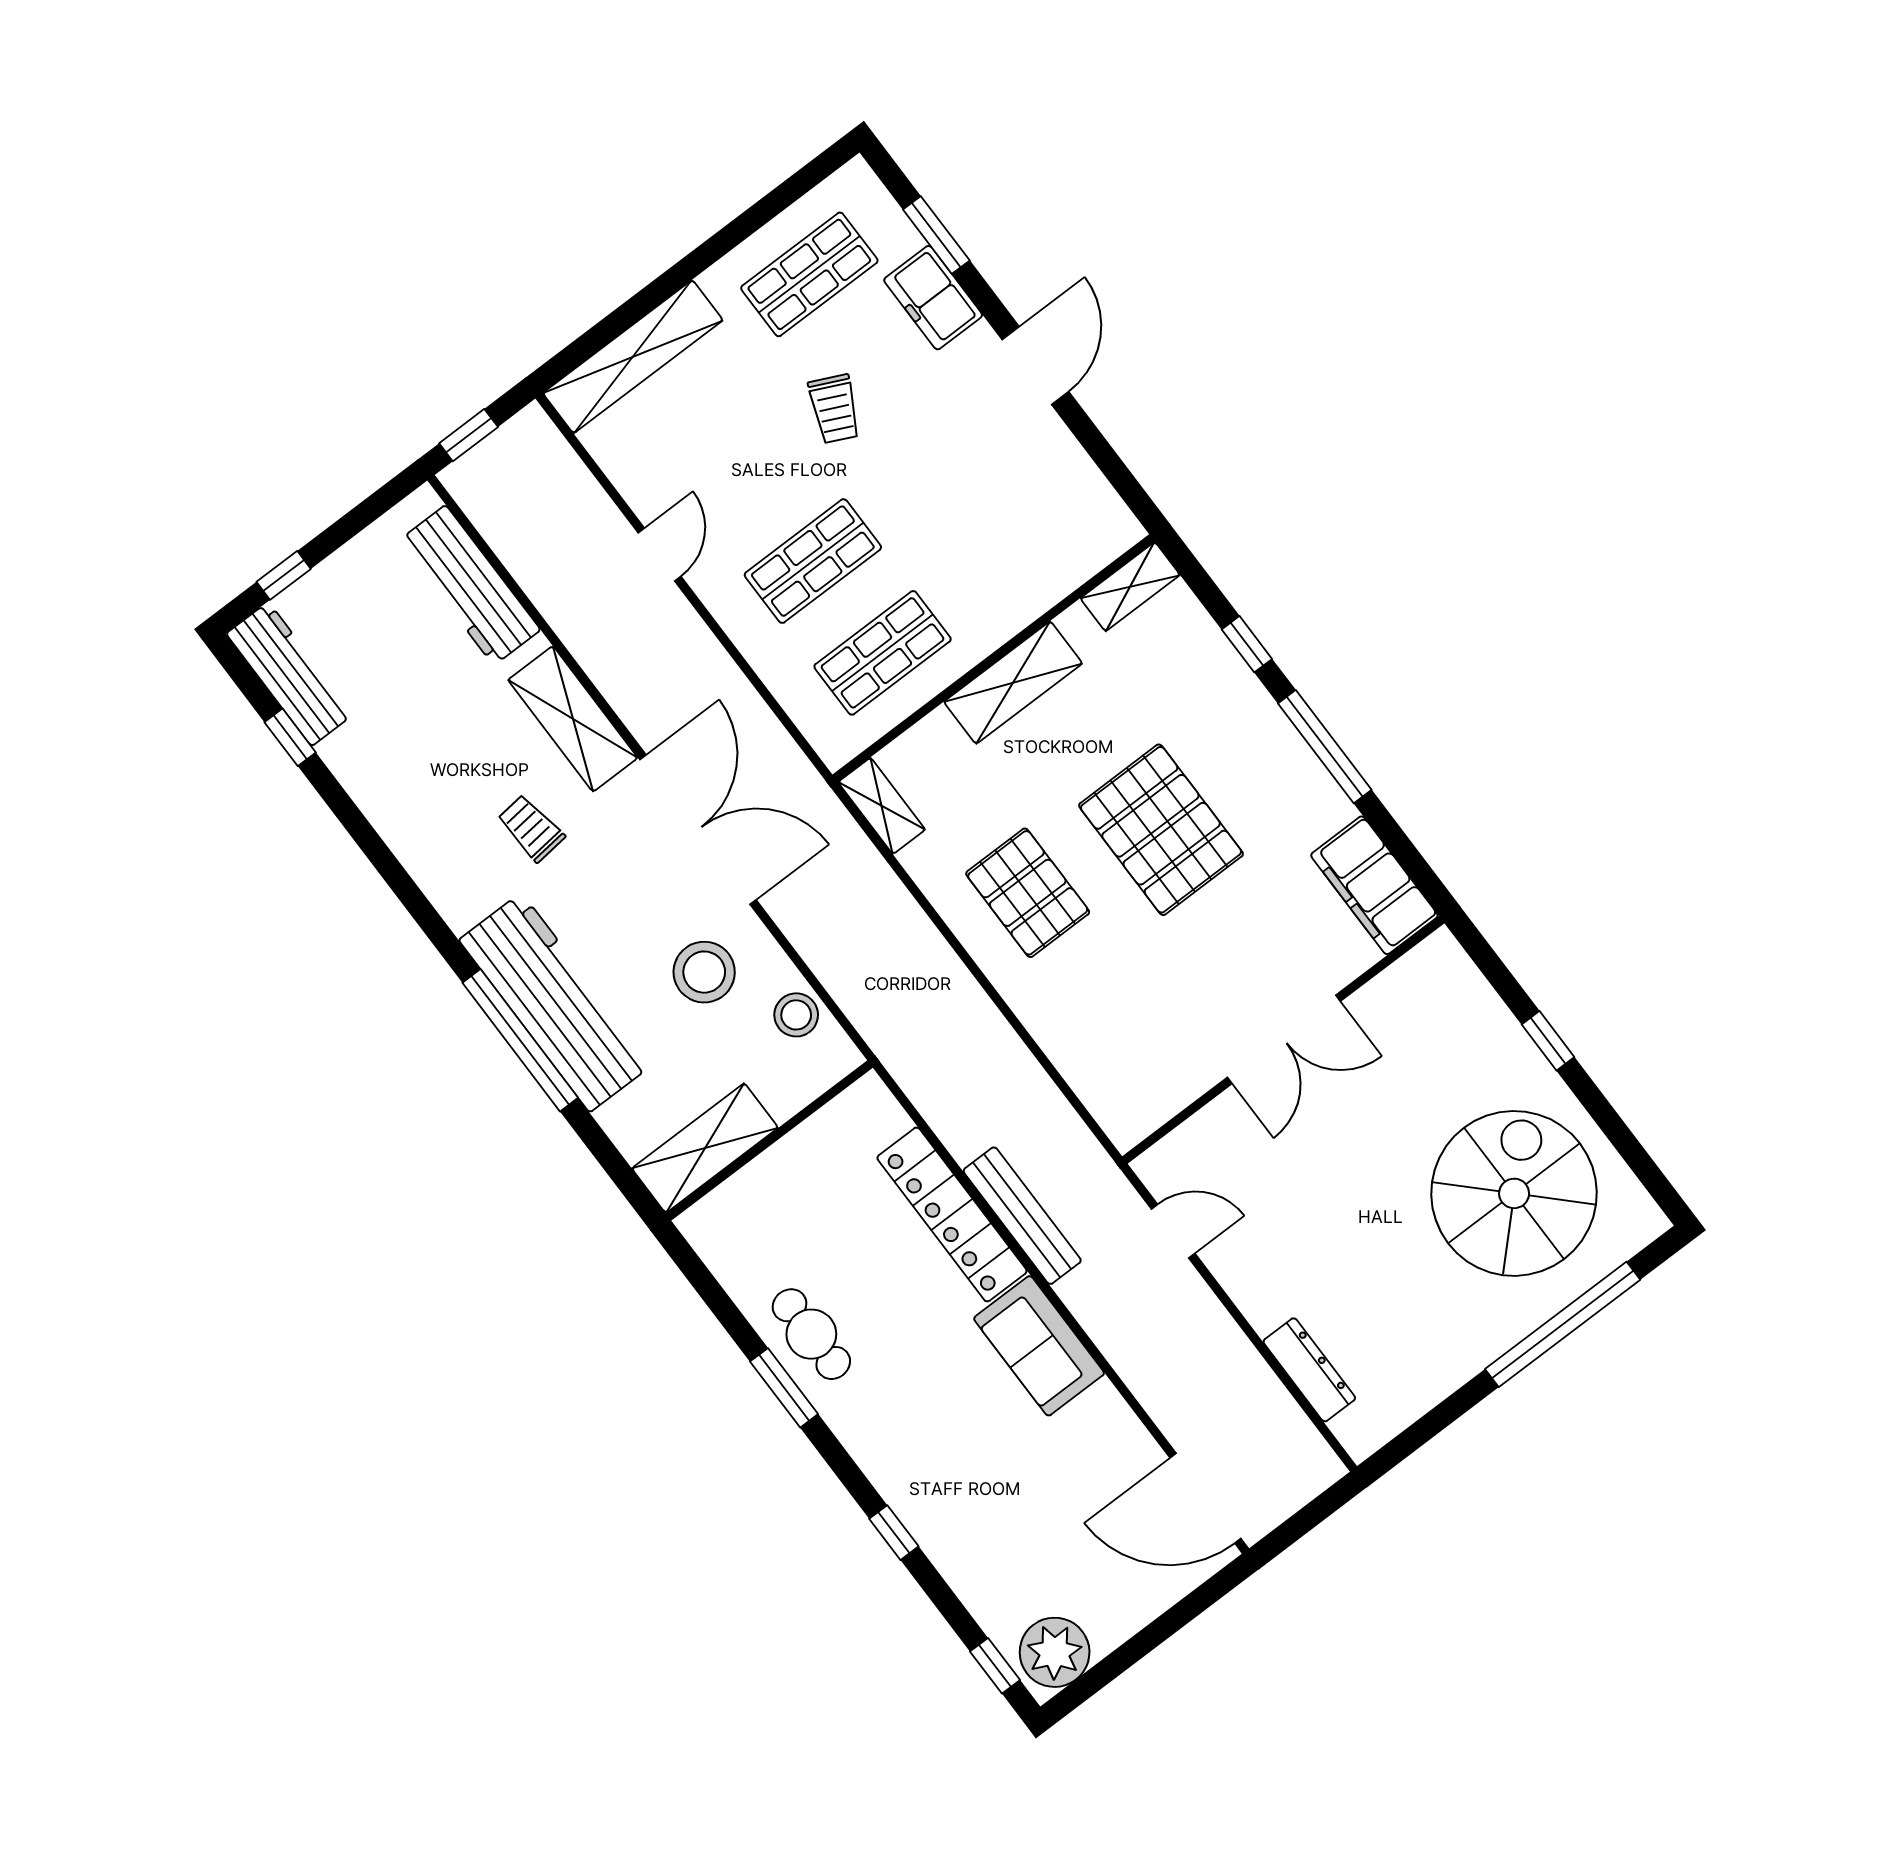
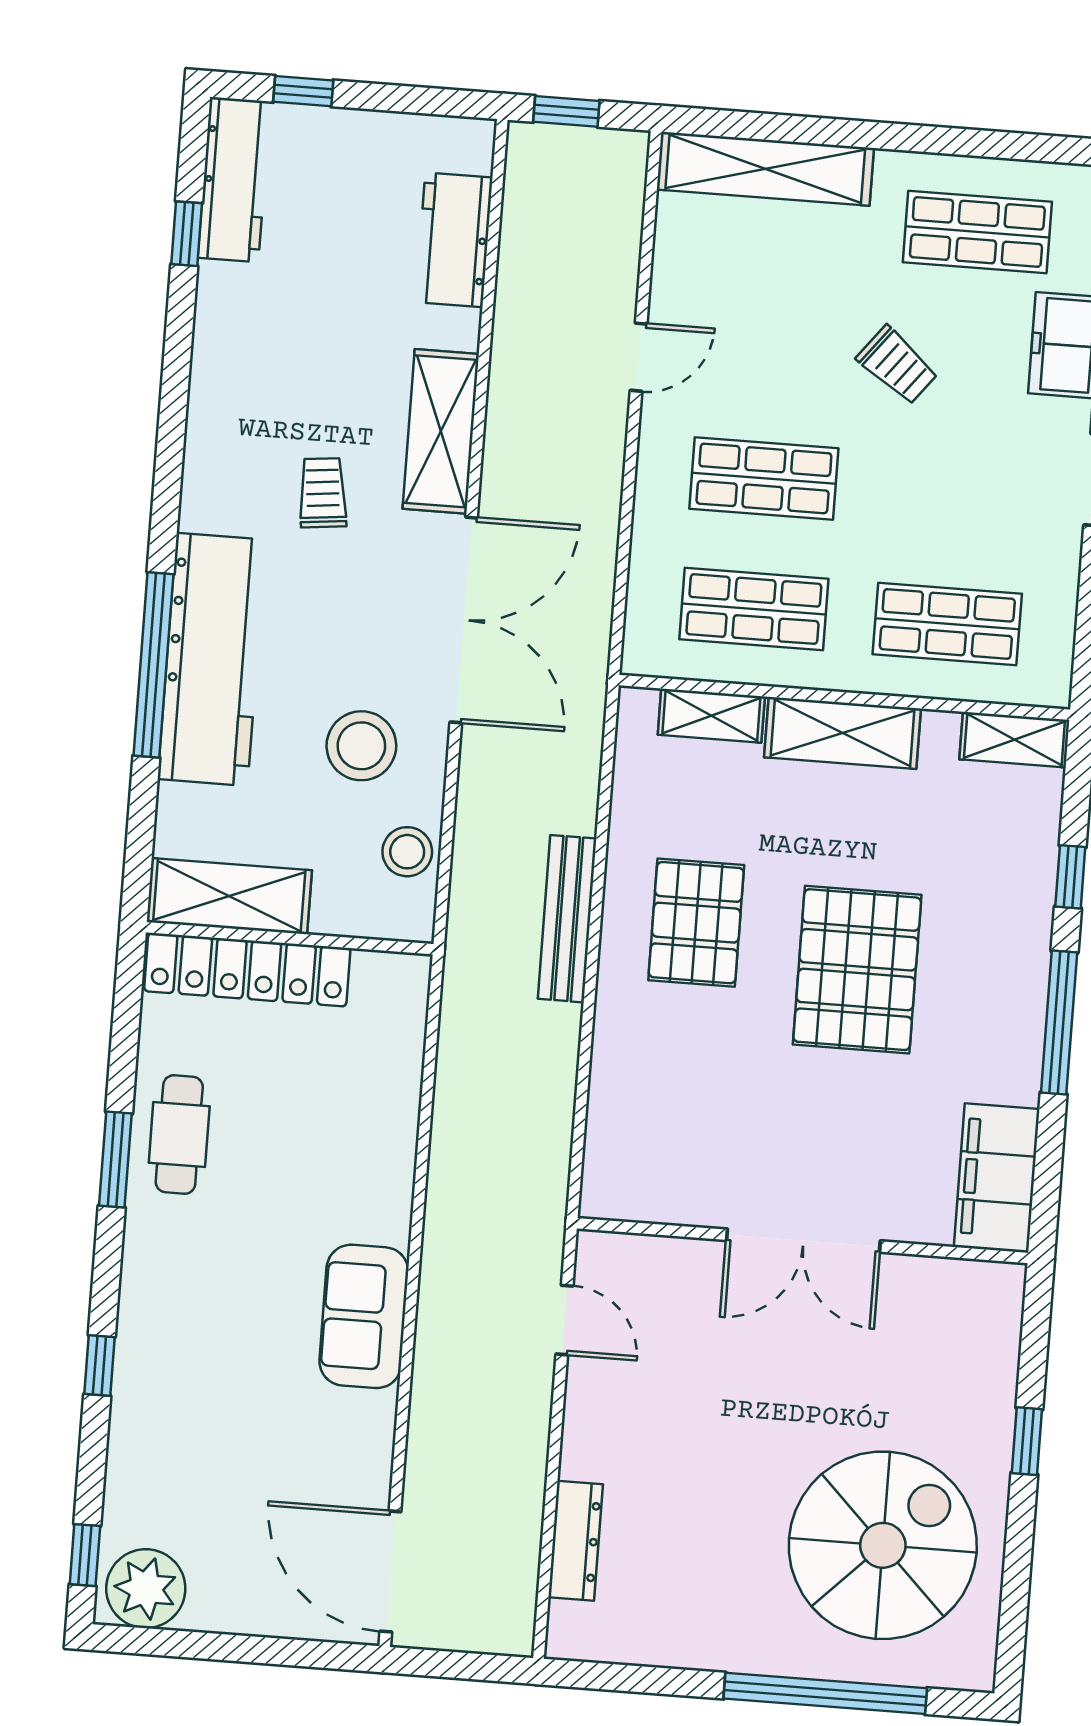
trolley: (834, 409) -> (897, 365), turned -77
shop shelf: (1018, 550) -> (947, 624), added
workbench: (470, 585) -> (454, 240), width x0.73
shelving: (882, 806) -> (711, 716), moved, turned 90
locker: (952, 1214) -> (247, 970), moved, turned -90
bench: (1022, 1216) -> (567, 919), moved

